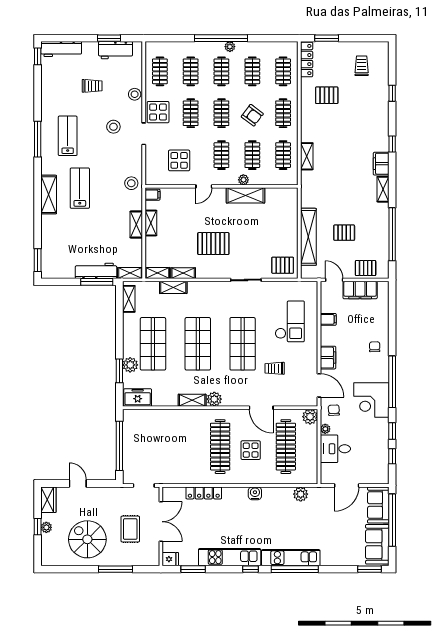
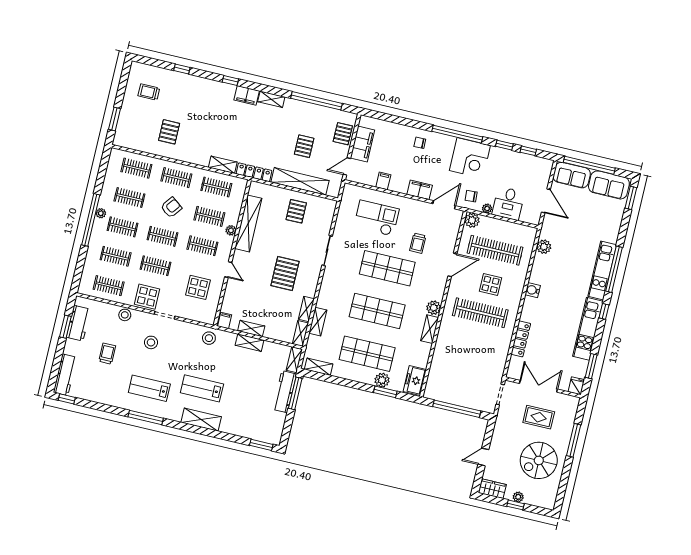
locker: (307, 60) -> (254, 172), moved
shelving: (245, 195) -> (248, 223), width x1.47
pallet: (283, 265) -> (296, 211), moved

